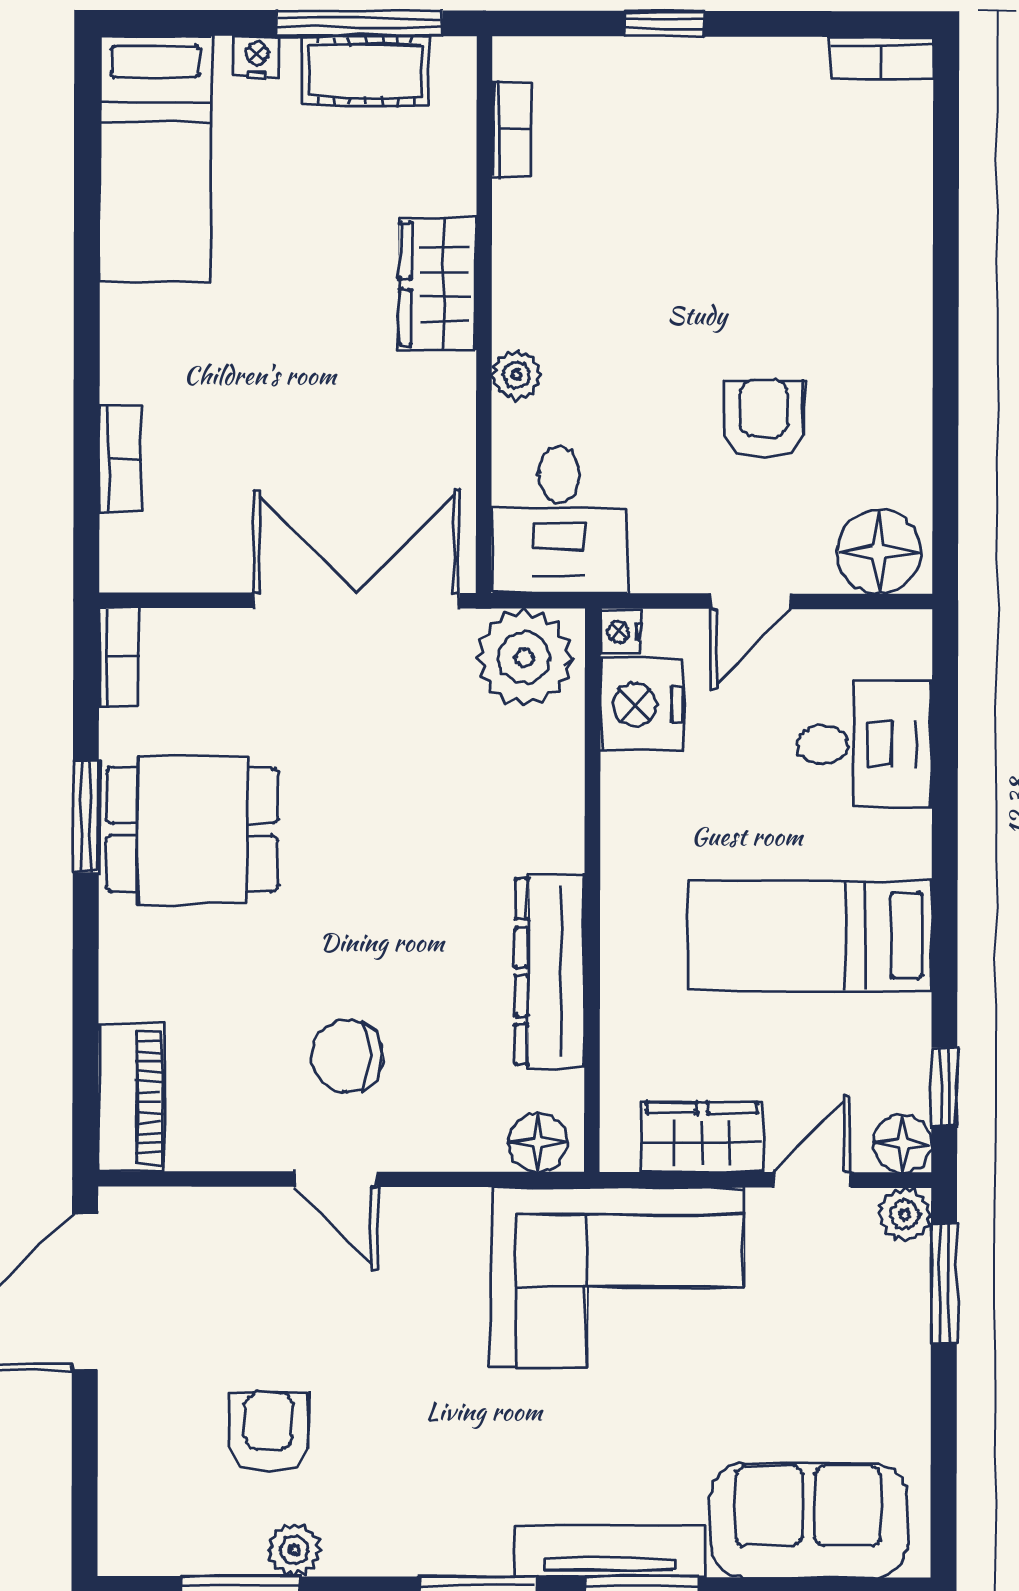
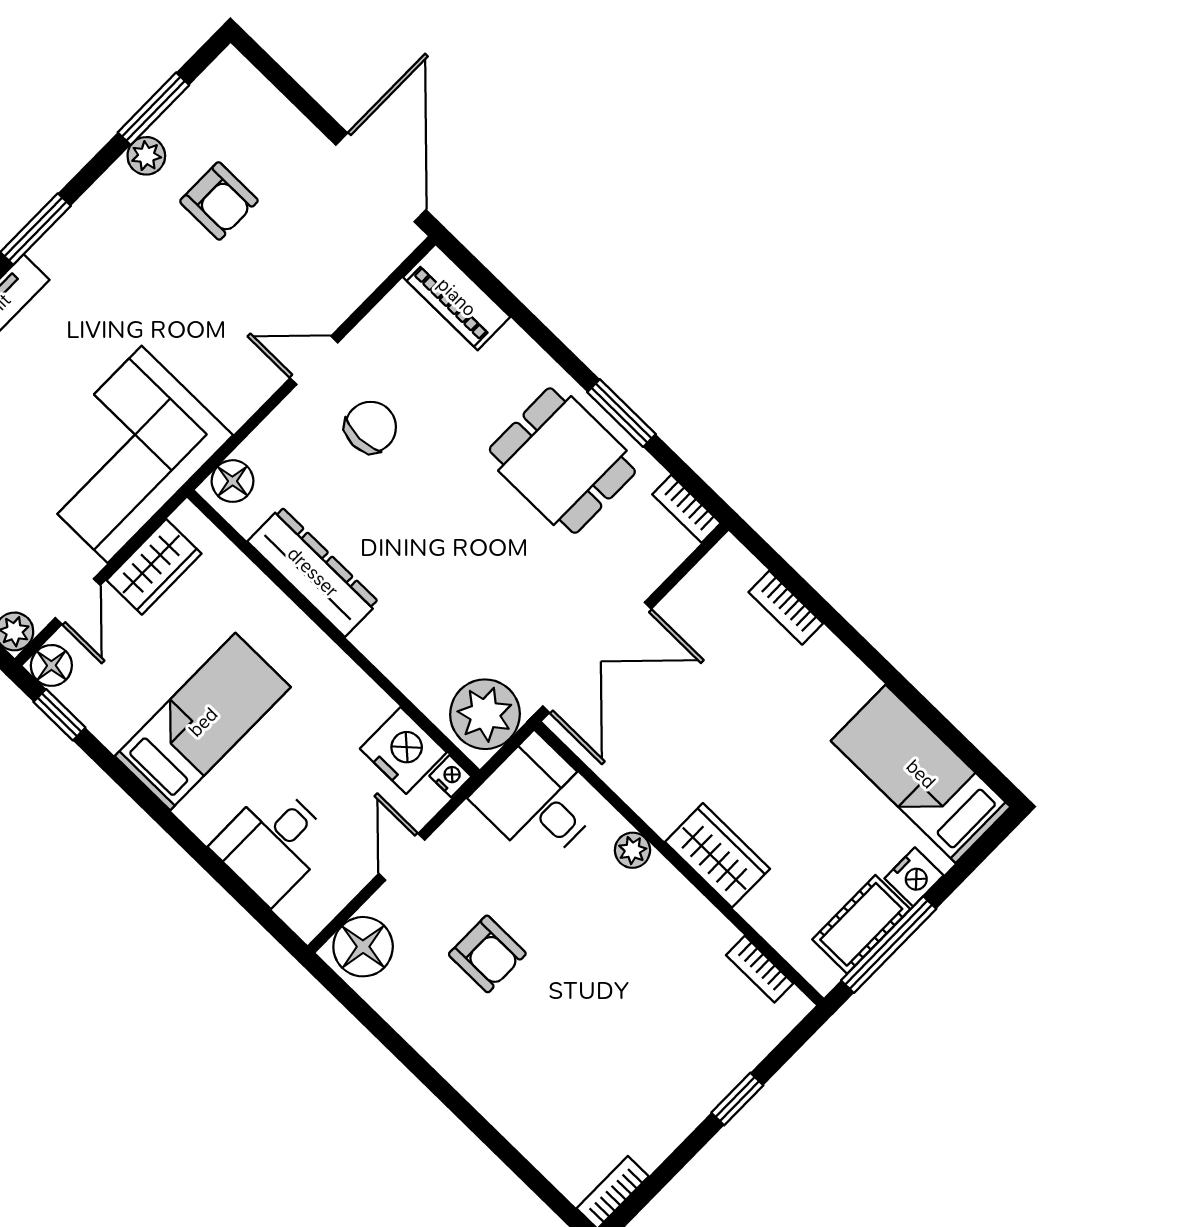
nightstand: (257, 57) -> (914, 877), width x1.39, depth x1.35
dining table: (192, 829) -> (562, 461), turned 90

